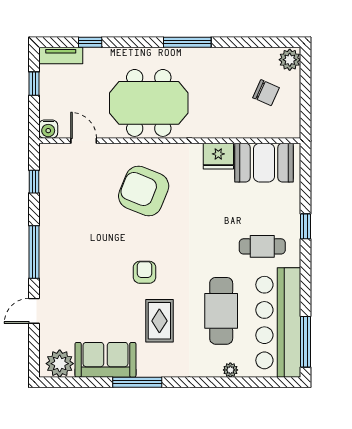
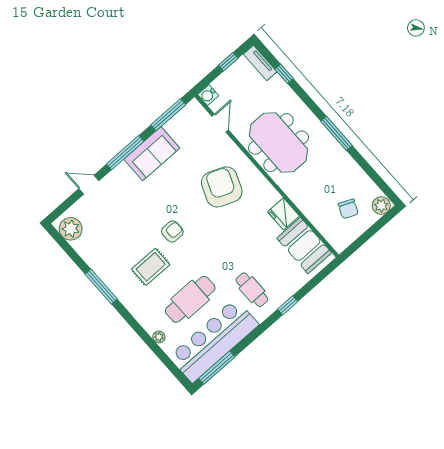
window: (34, 182) -> (168, 115), width x2.17
sofa: (105, 360) -> (152, 154), moved, turned 90

